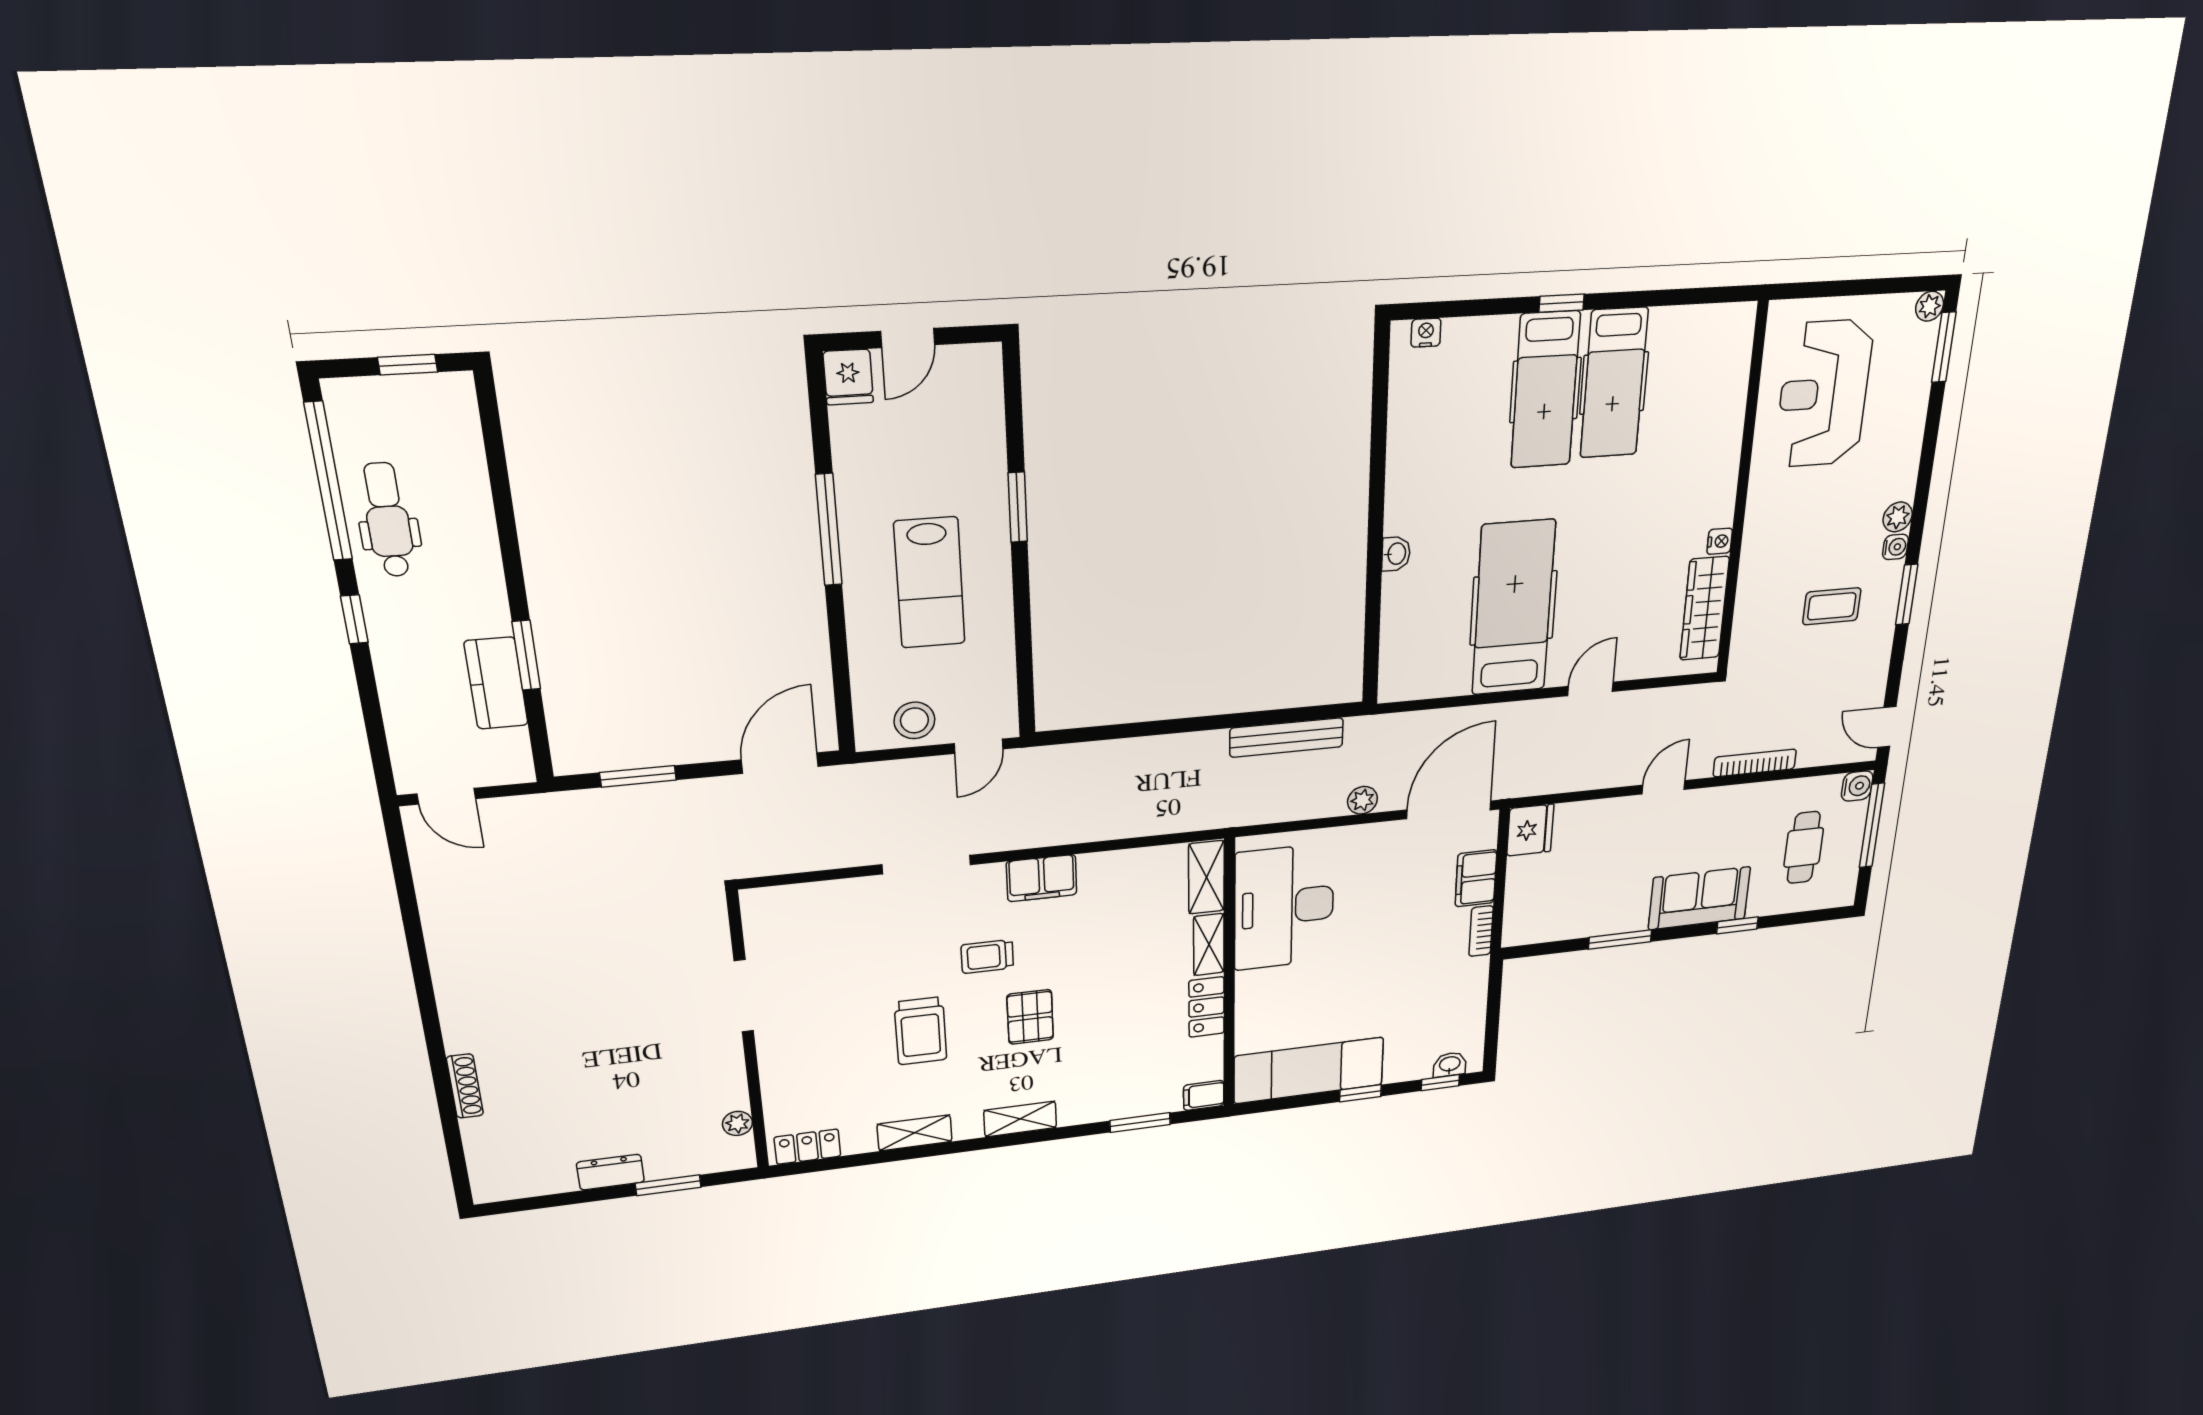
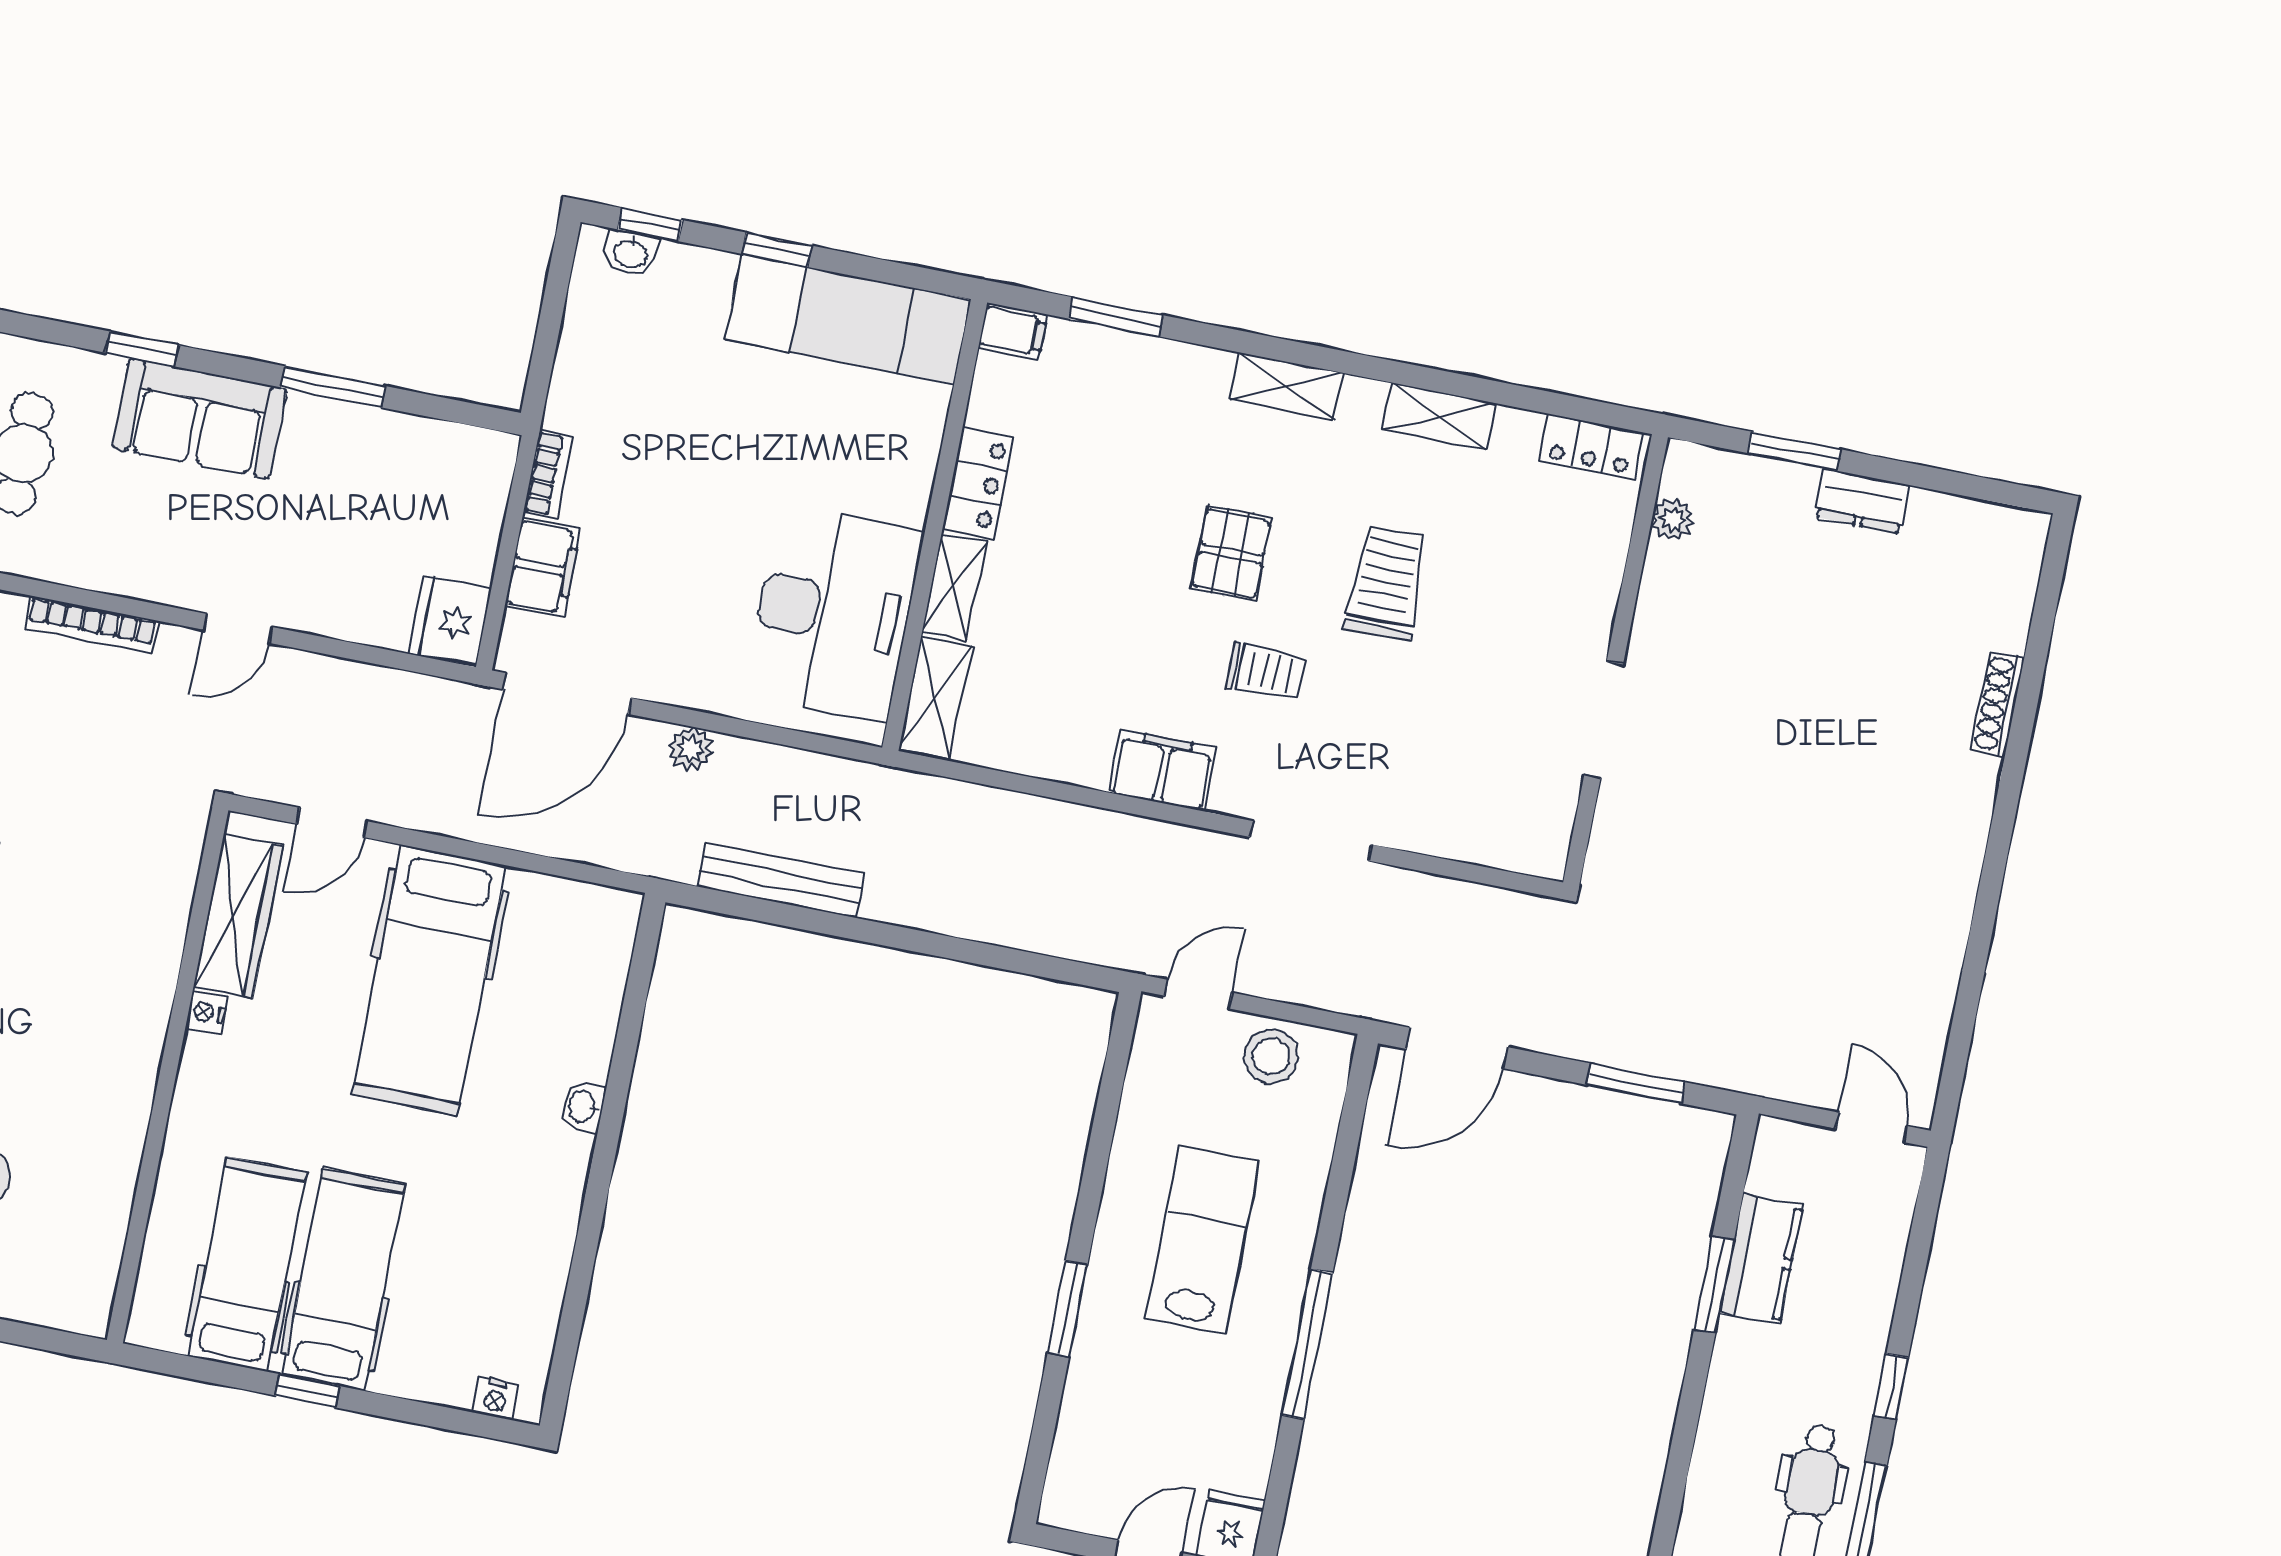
wall: (1742, 493) -> (168, 1075), moved
nightstand: (1720, 541) -> (206, 1013), moved
wardrobe: (1704, 608) -> (238, 916), moved

